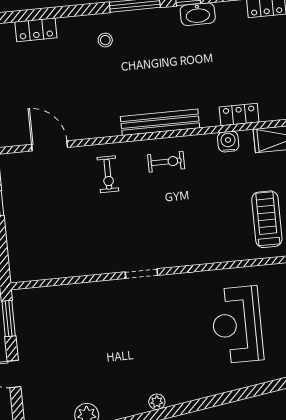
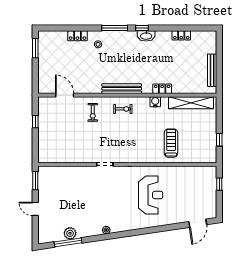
locker: (36, 30) -> (77, 36), moved
reception desk: (237, 325) -> (151, 195), turned 180

